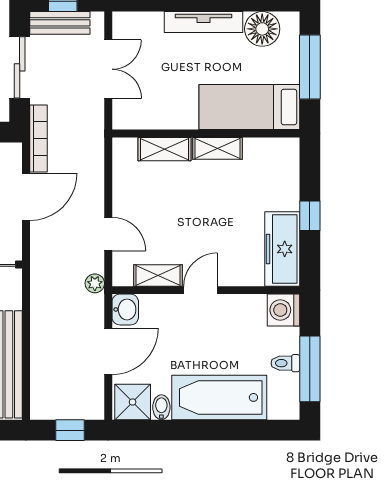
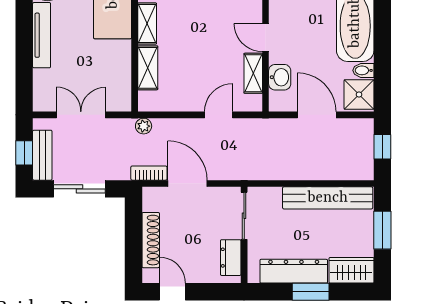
bookcase: (38, 138) -> (149, 173), width x0.64
plant: (95, 283) -> (144, 126), moved
washbasin: (125, 309) -> (280, 77), moved, turned 90

